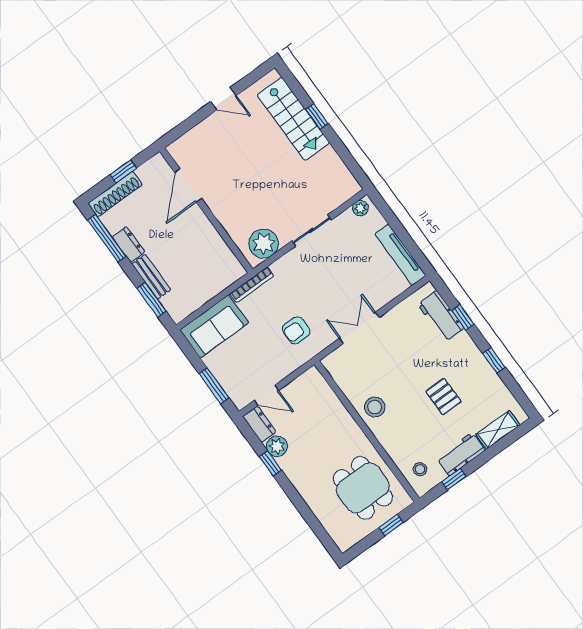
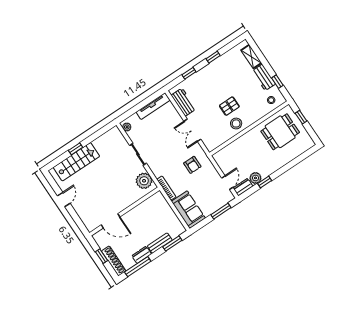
workbench: (441, 316) -> (184, 102), moved, turned -90
pallet: (443, 396) -> (229, 106), moved

